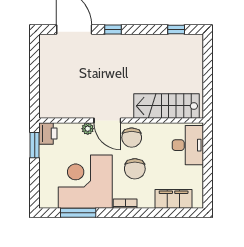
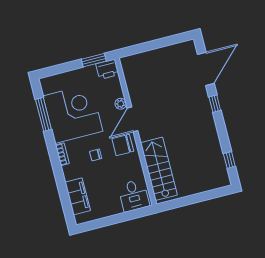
desk: (188, 145) -> (134, 196), width x0.73
chair: (135, 169) -> (96, 155), width x0.54, depth x0.54

